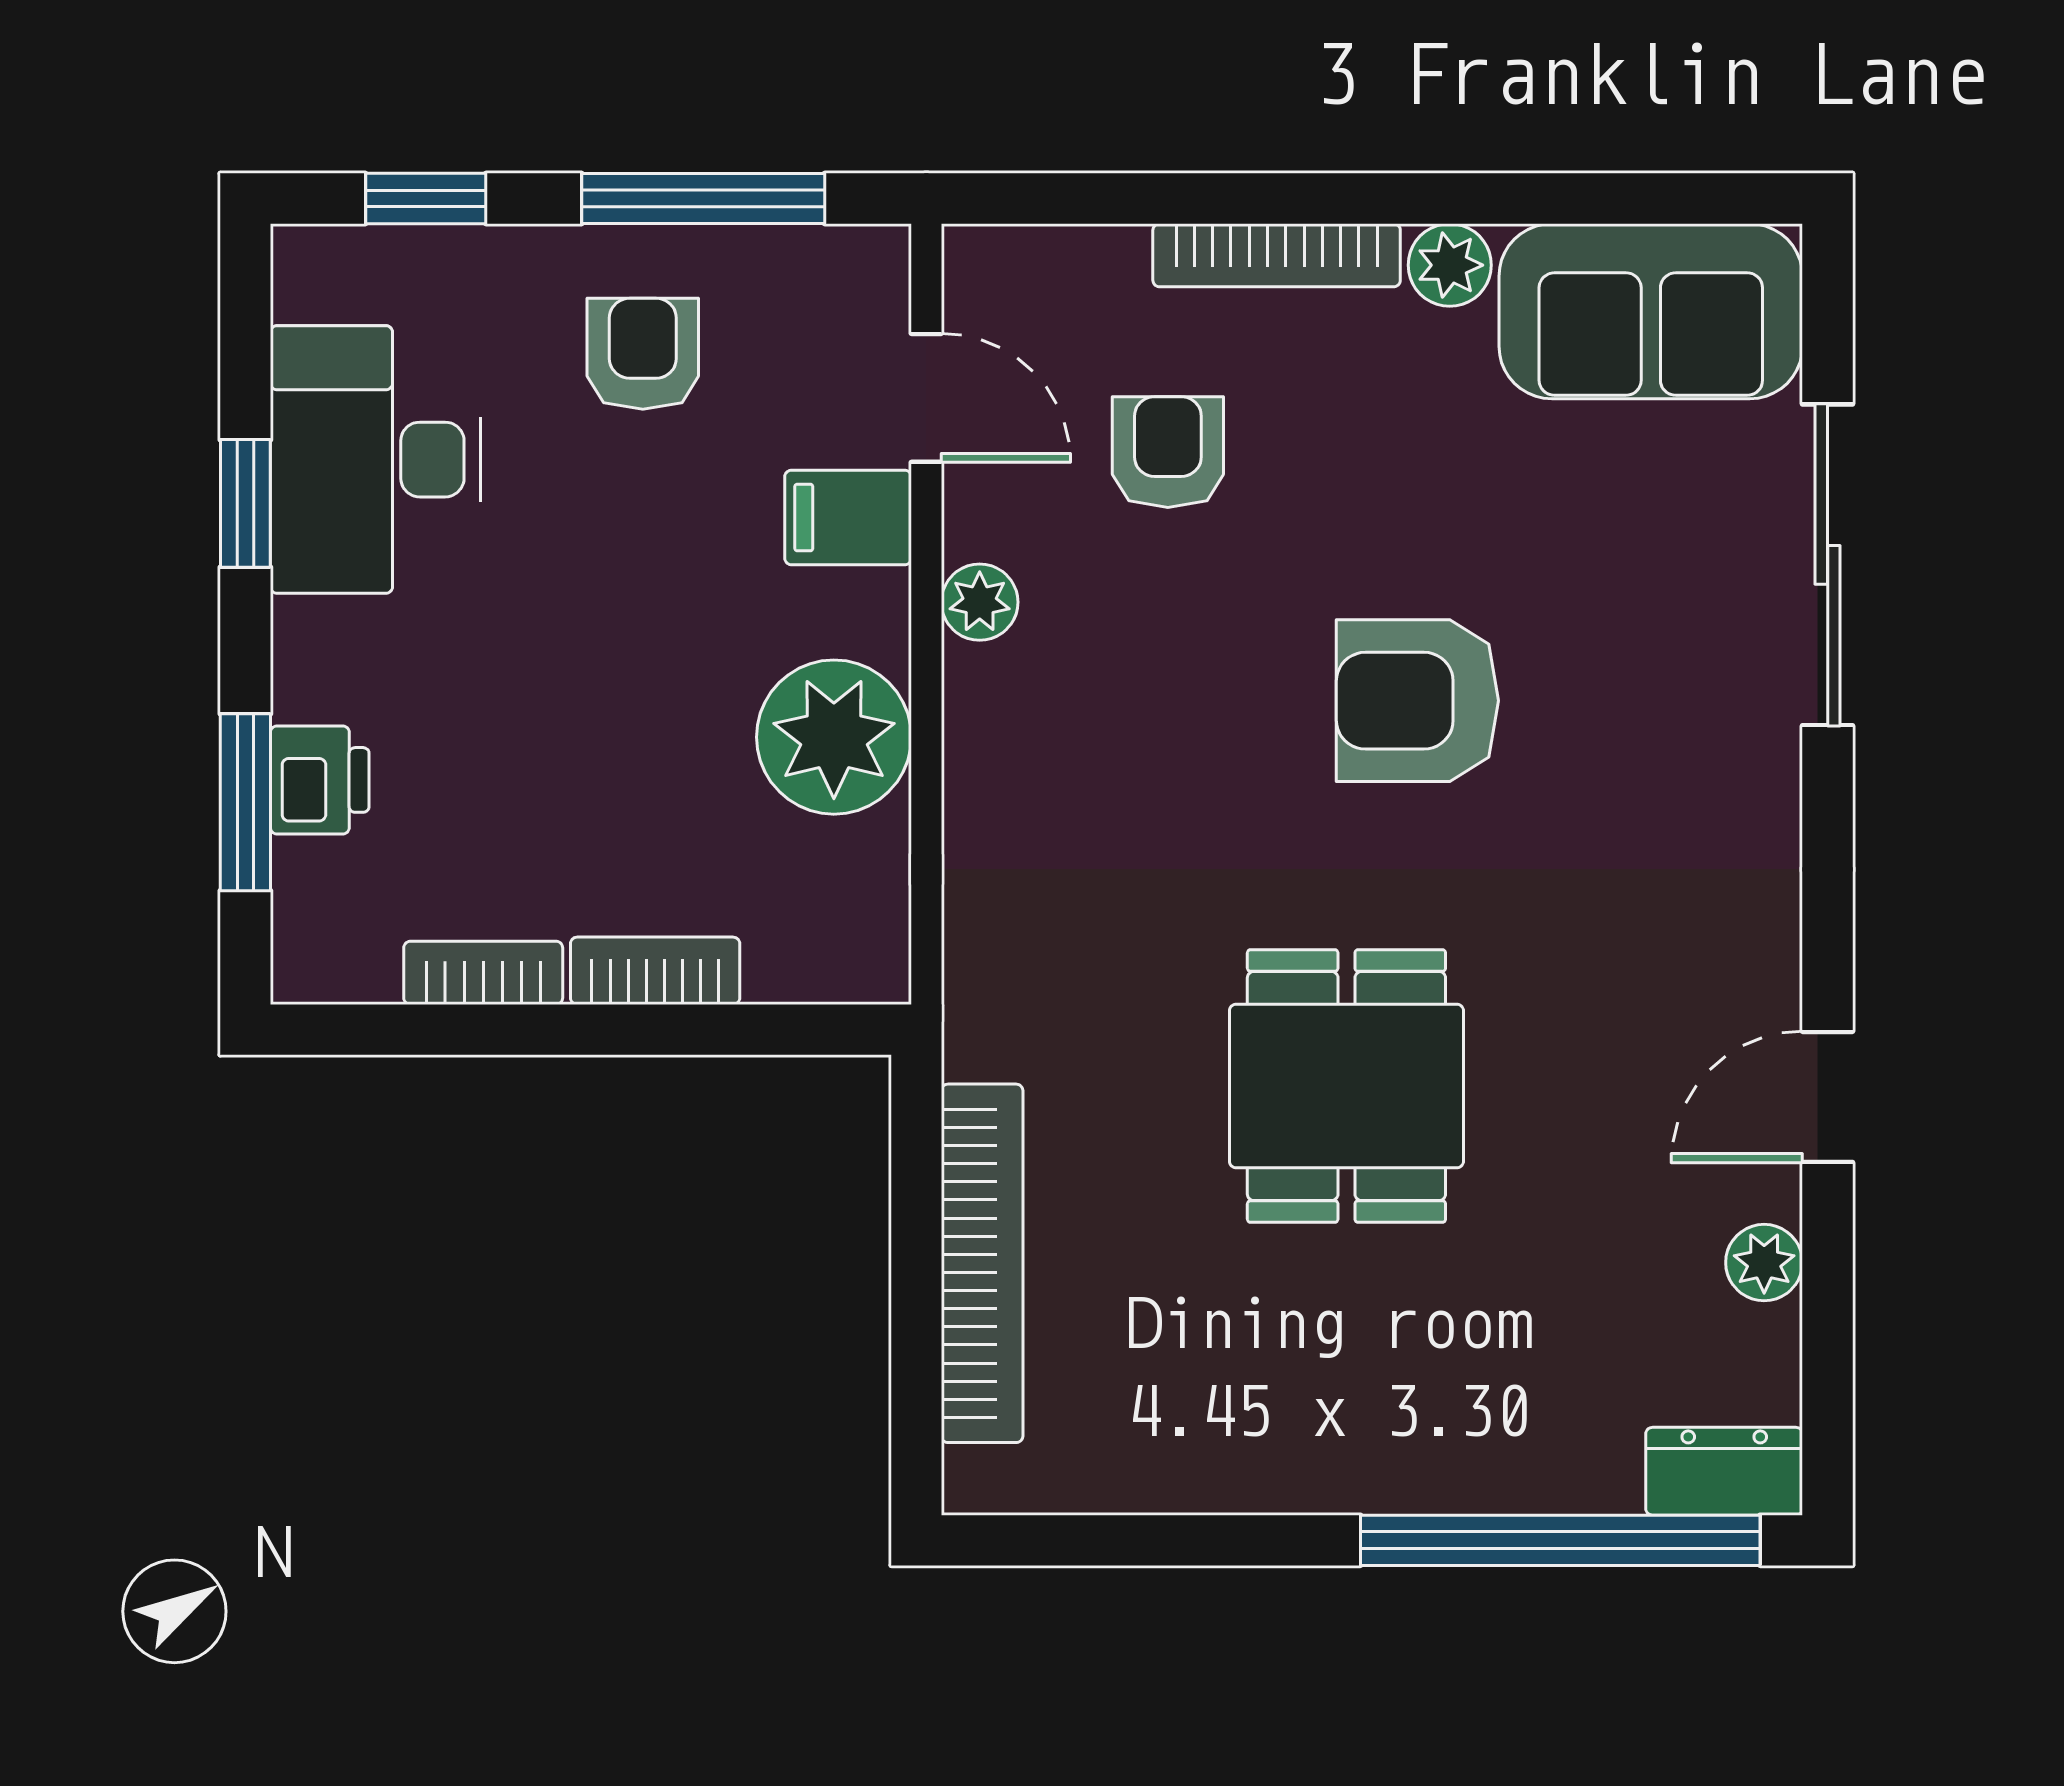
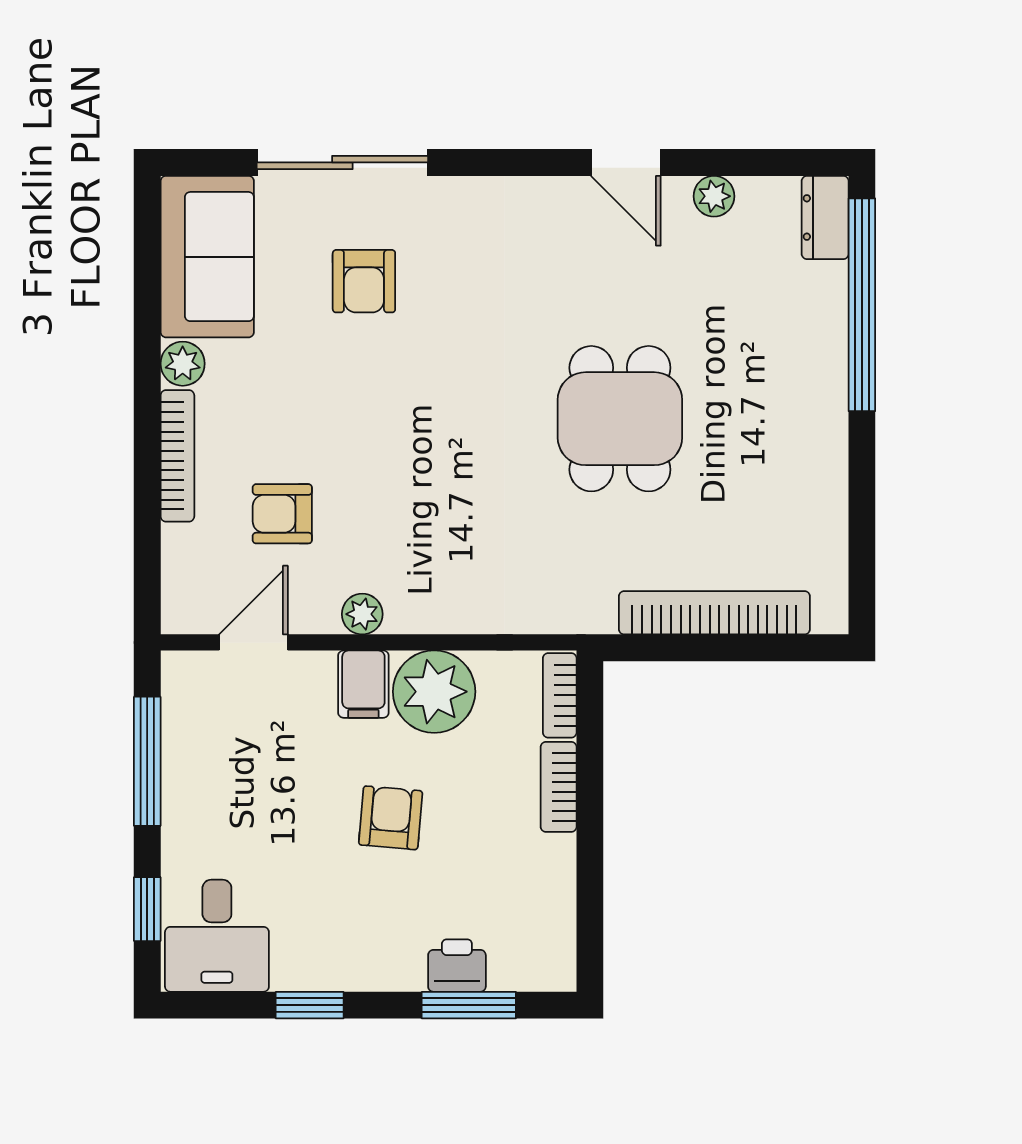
armchair: (643, 354) -> (391, 818), moved, turned 95
desk: (376, 460) -> (217, 936), moved, width x0.73
filing cabinet: (848, 517) -> (363, 684), moved
armchair: (1417, 701) -> (364, 281), moved, width x0.72, depth x0.72
bookcase: (483, 973) -> (560, 695), moved
dining table: (1346, 1086) -> (620, 419), turned 90

